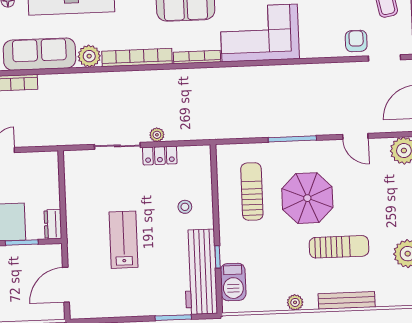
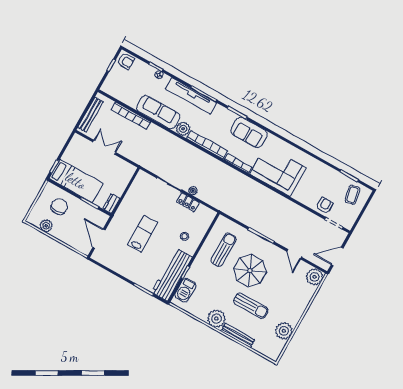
door: (66, 285) -> (99, 239), hinge flipped
plant: (295, 302) -> (216, 319), width x1.87, depth x1.87

